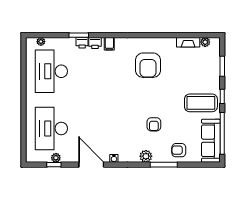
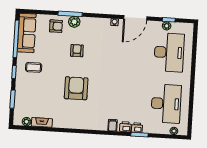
armchair: (148, 65) -> (76, 88), moved
coffee table: (201, 103) -> (34, 67), width x0.54, depth x0.58
plant: (146, 156) -> (74, 22), moved
door: (91, 165) -> (135, 18), hinge flipped

